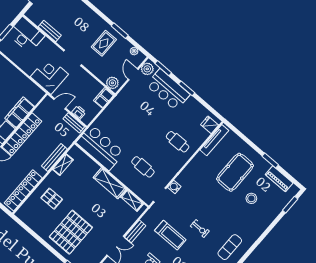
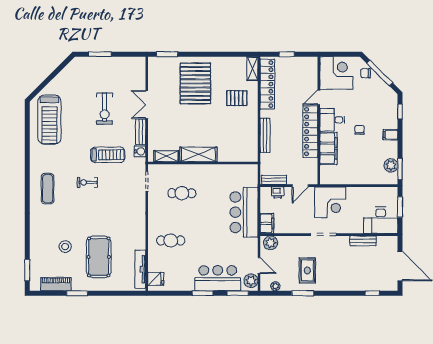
bar counter: (100, 148) -> (244, 212), moved, turned 90
shelving: (63, 165) -> (252, 69), moved
water cooler: (174, 187) -> (140, 151), moved
treadmill: (170, 235) -> (108, 155), turned 180

